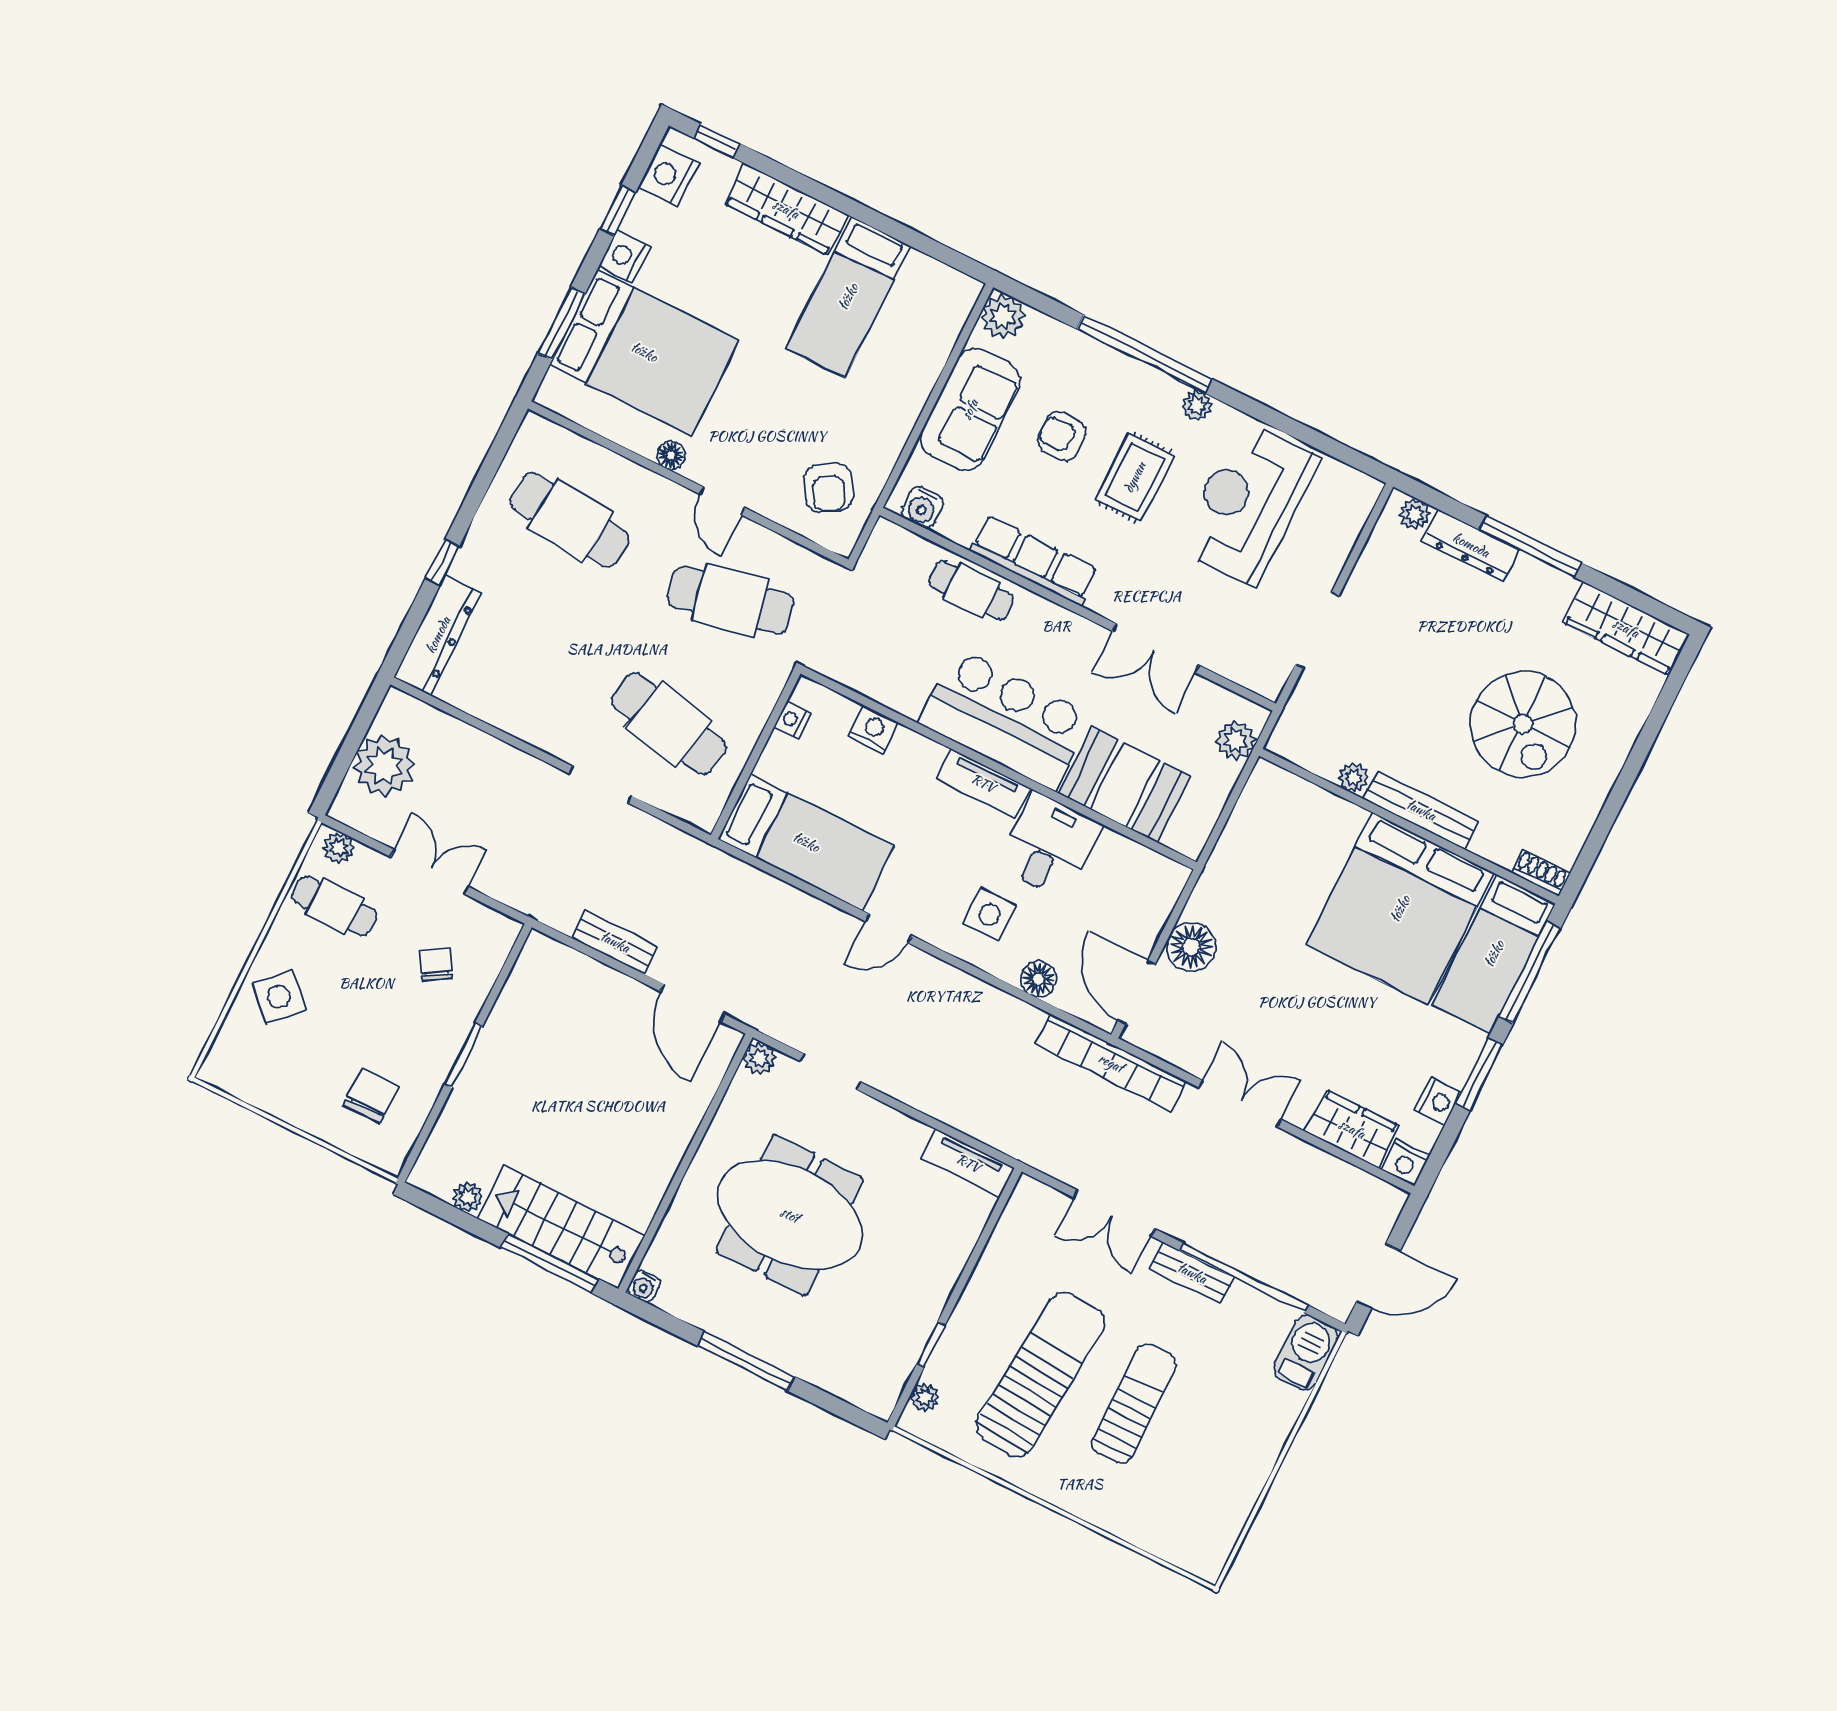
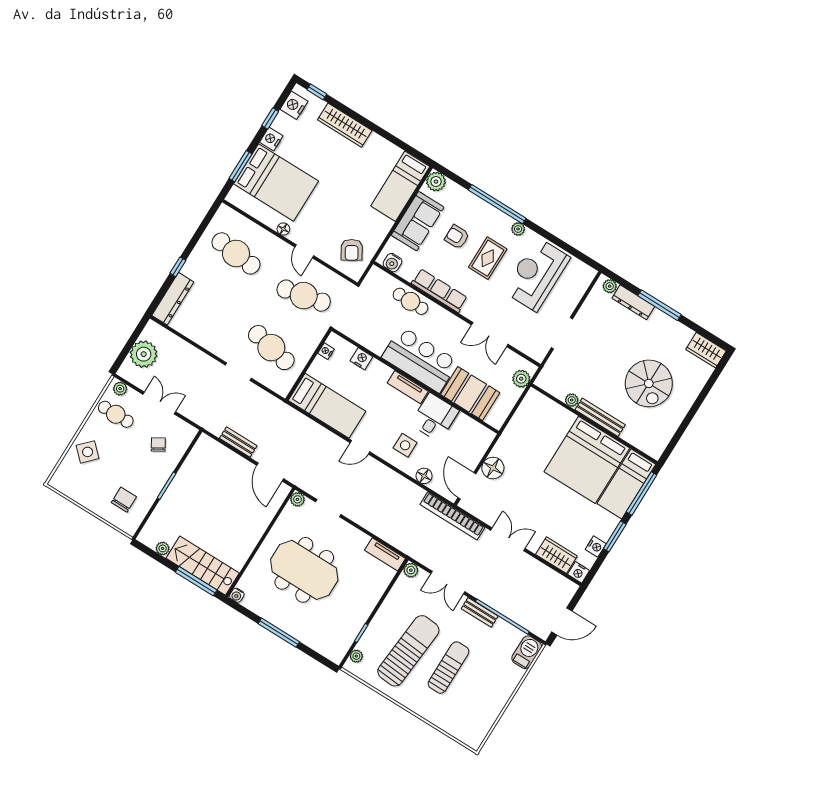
bed: (848, 297) -> (400, 186), moved
wardrobe: (1626, 628) -> (706, 350), width x0.67
shoe rack: (1541, 873) -> (650, 450), removed
plant: (1029, 1193) -> (411, 570), added

